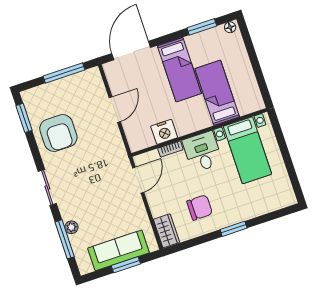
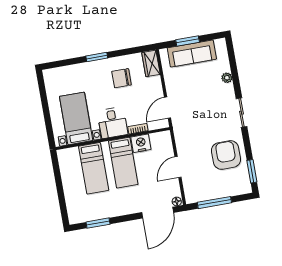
floor lamp: (230, 27) -> (177, 201), moved
bed: (179, 70) -> (123, 163), moved, turned 180
window: (65, 239) -> (234, 69), removed

